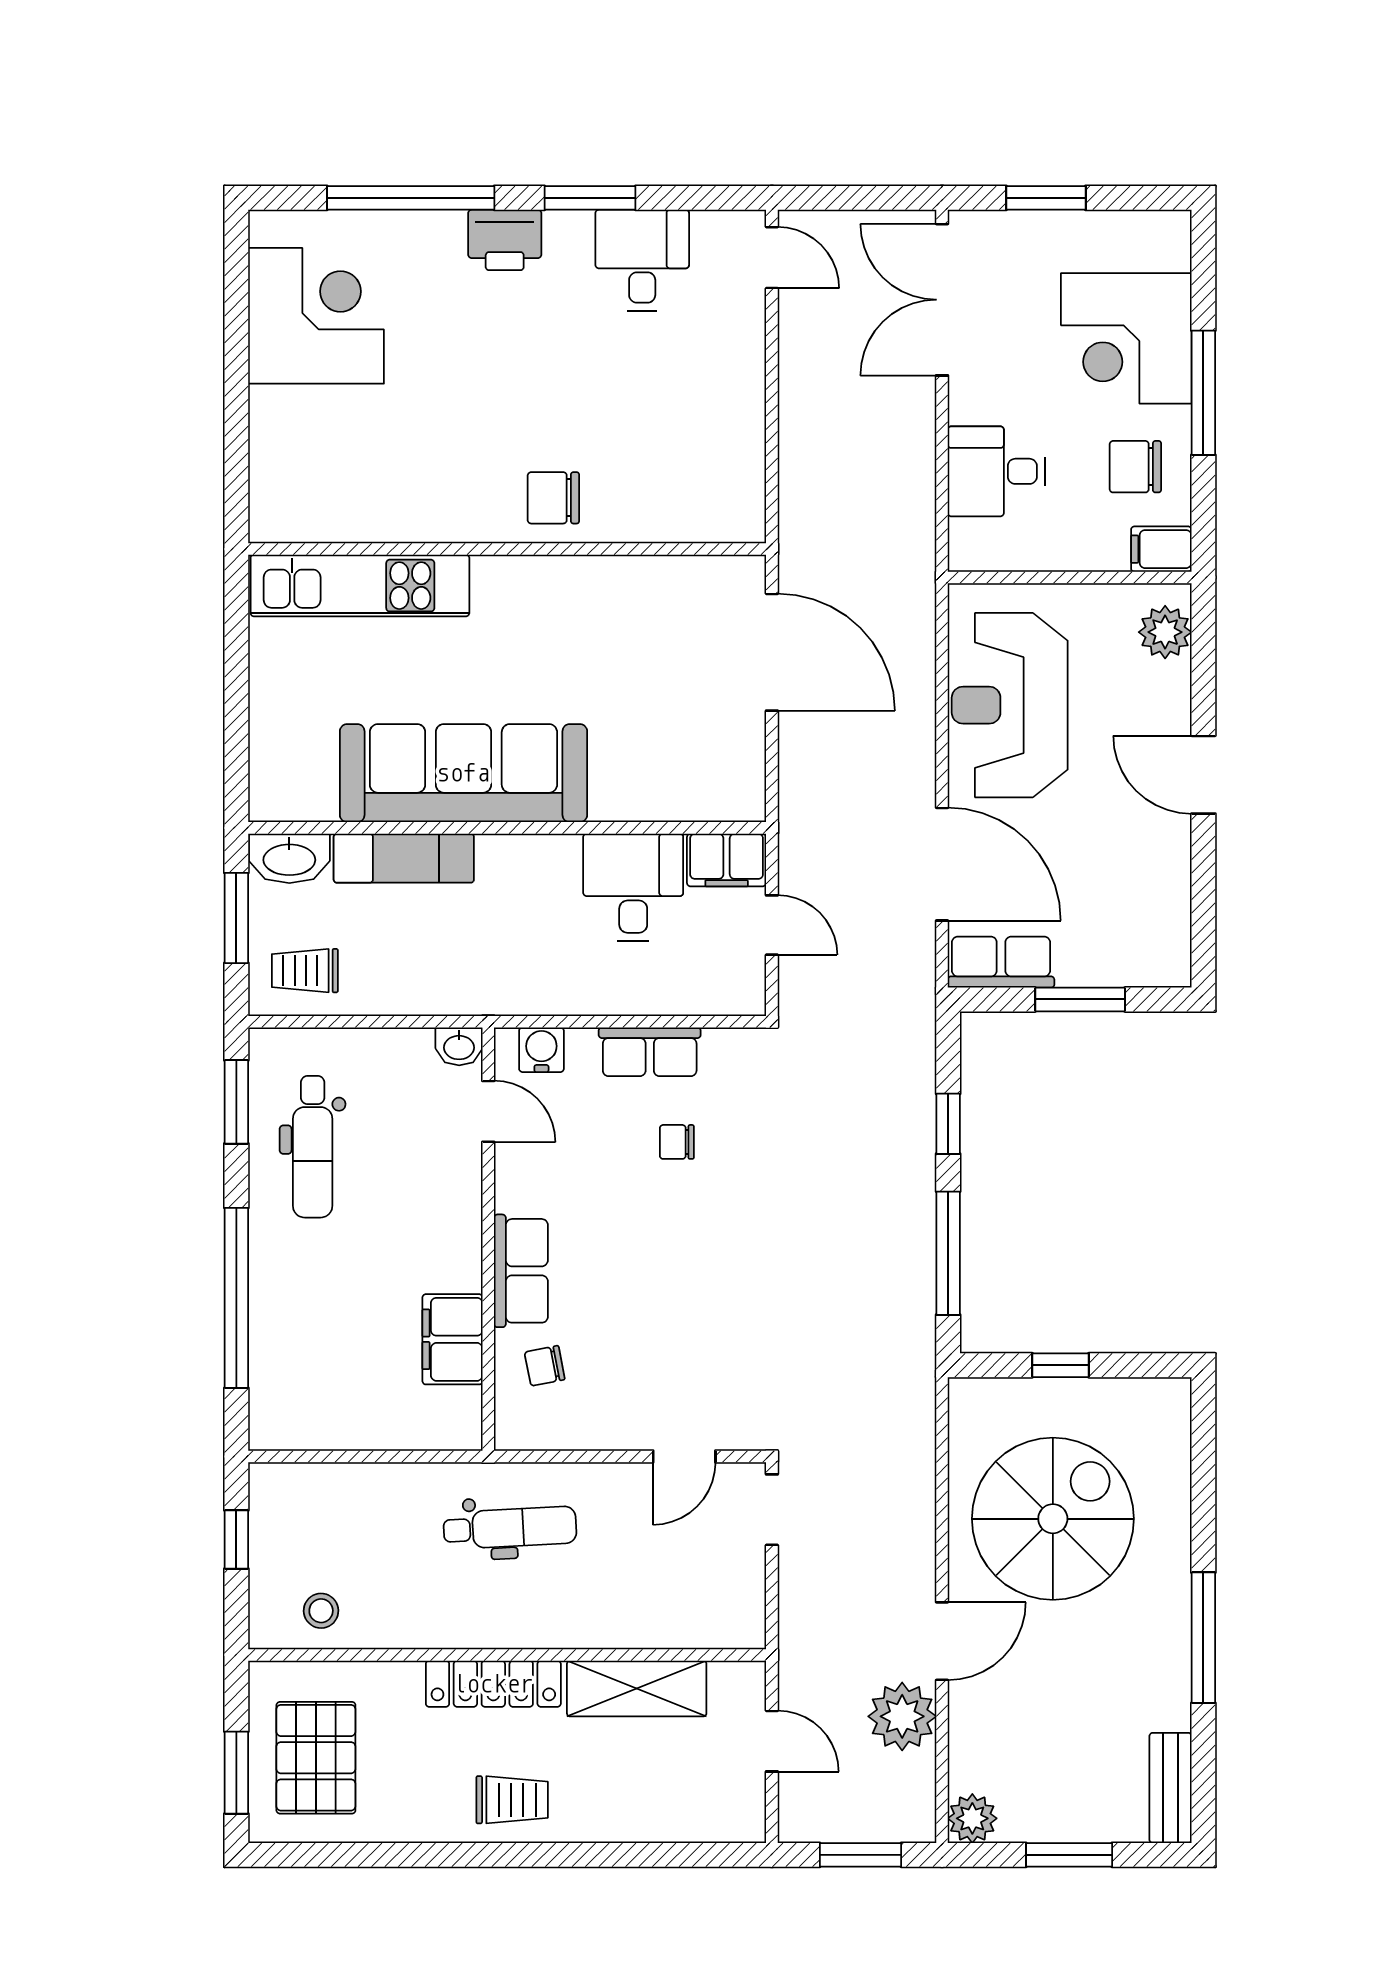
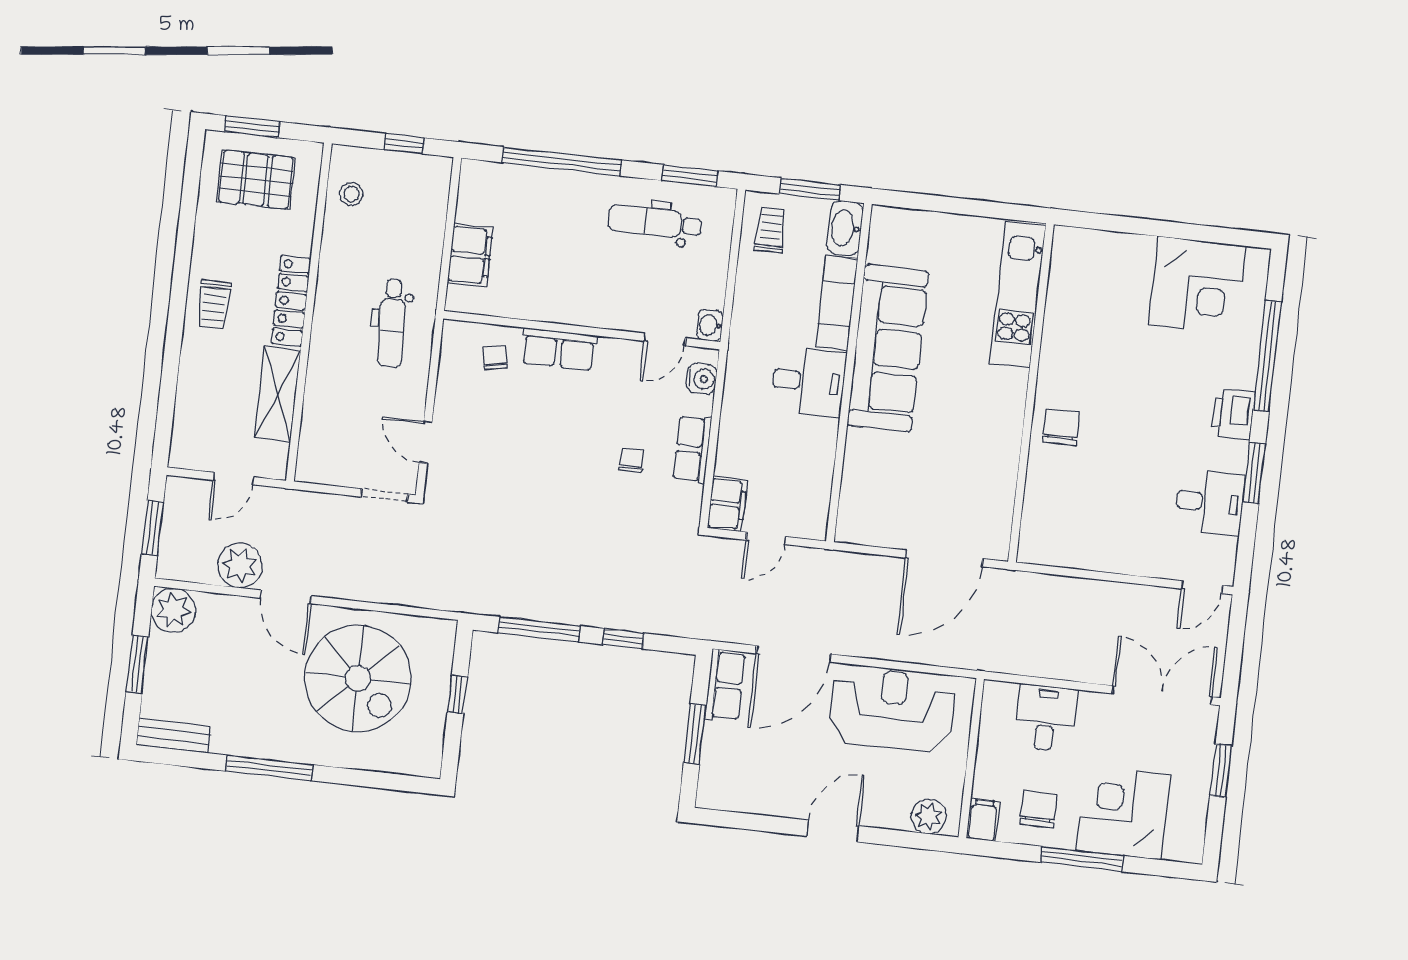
filing cabinet: (727, 860) -> (727, 504), moved, turned 180
desk: (633, 888) -> (808, 382), moved
filing cabinet: (453, 1339) -> (470, 255), moved, turned 90
plant: (972, 1818) -> (173, 610), width x1.36, depth x1.36

